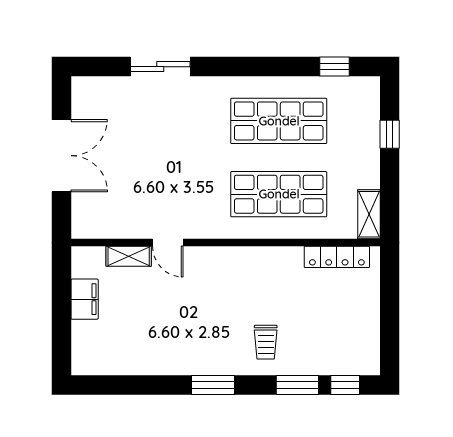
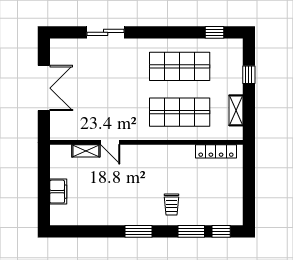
shelving: (369, 214) -> (236, 110), moved
filing cabinet: (85, 299) -> (58, 192), moved

